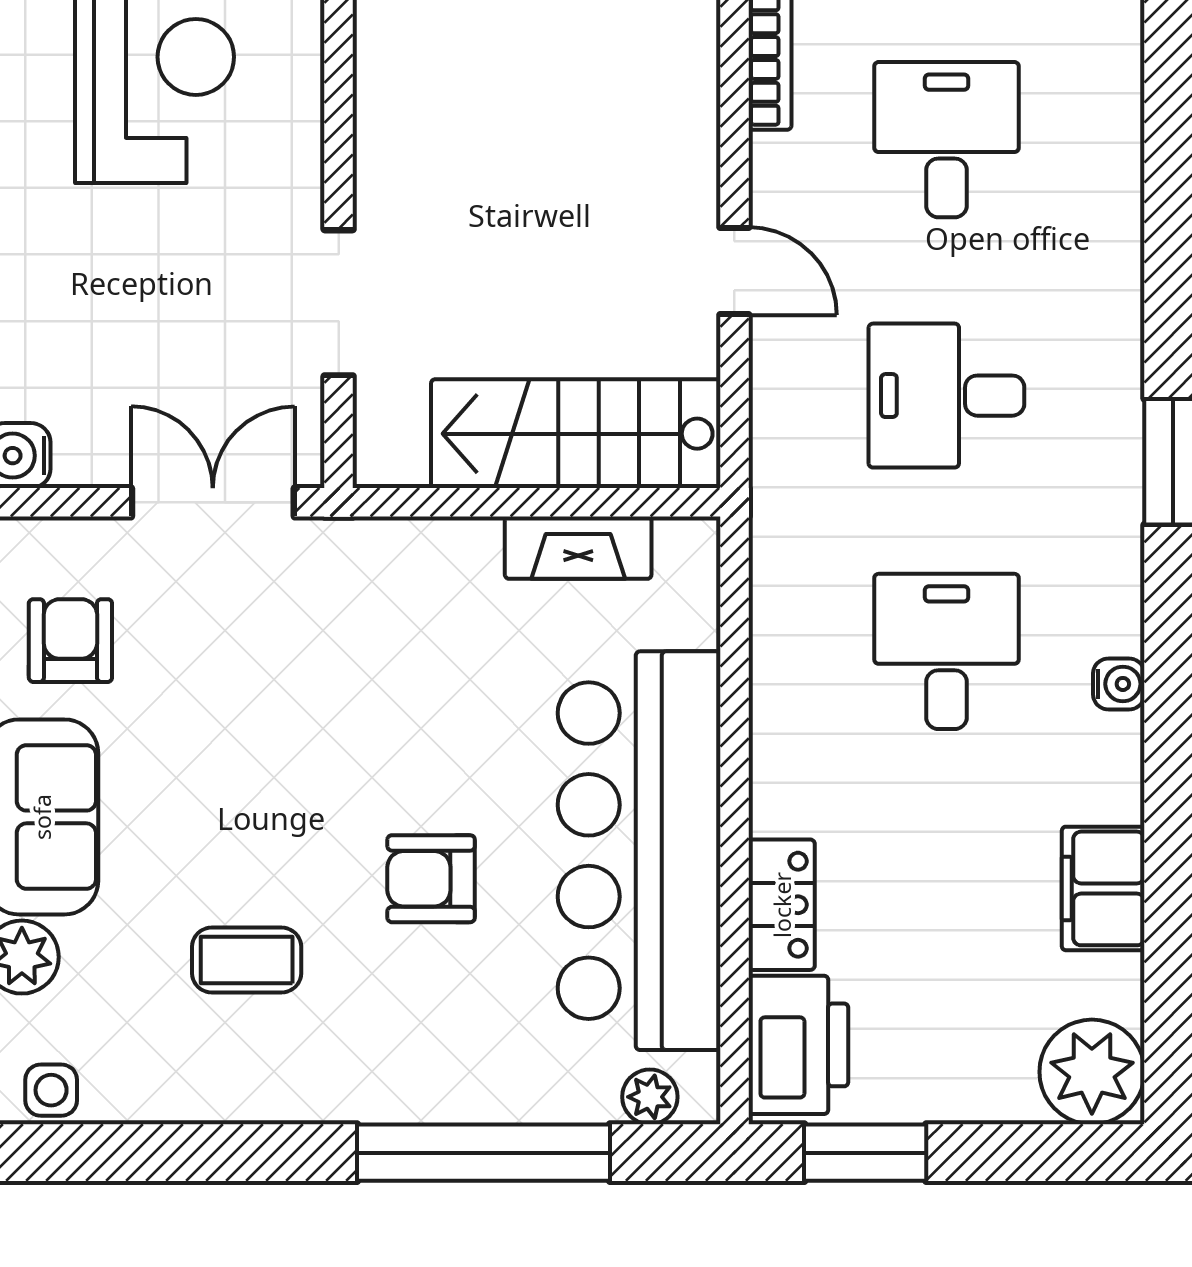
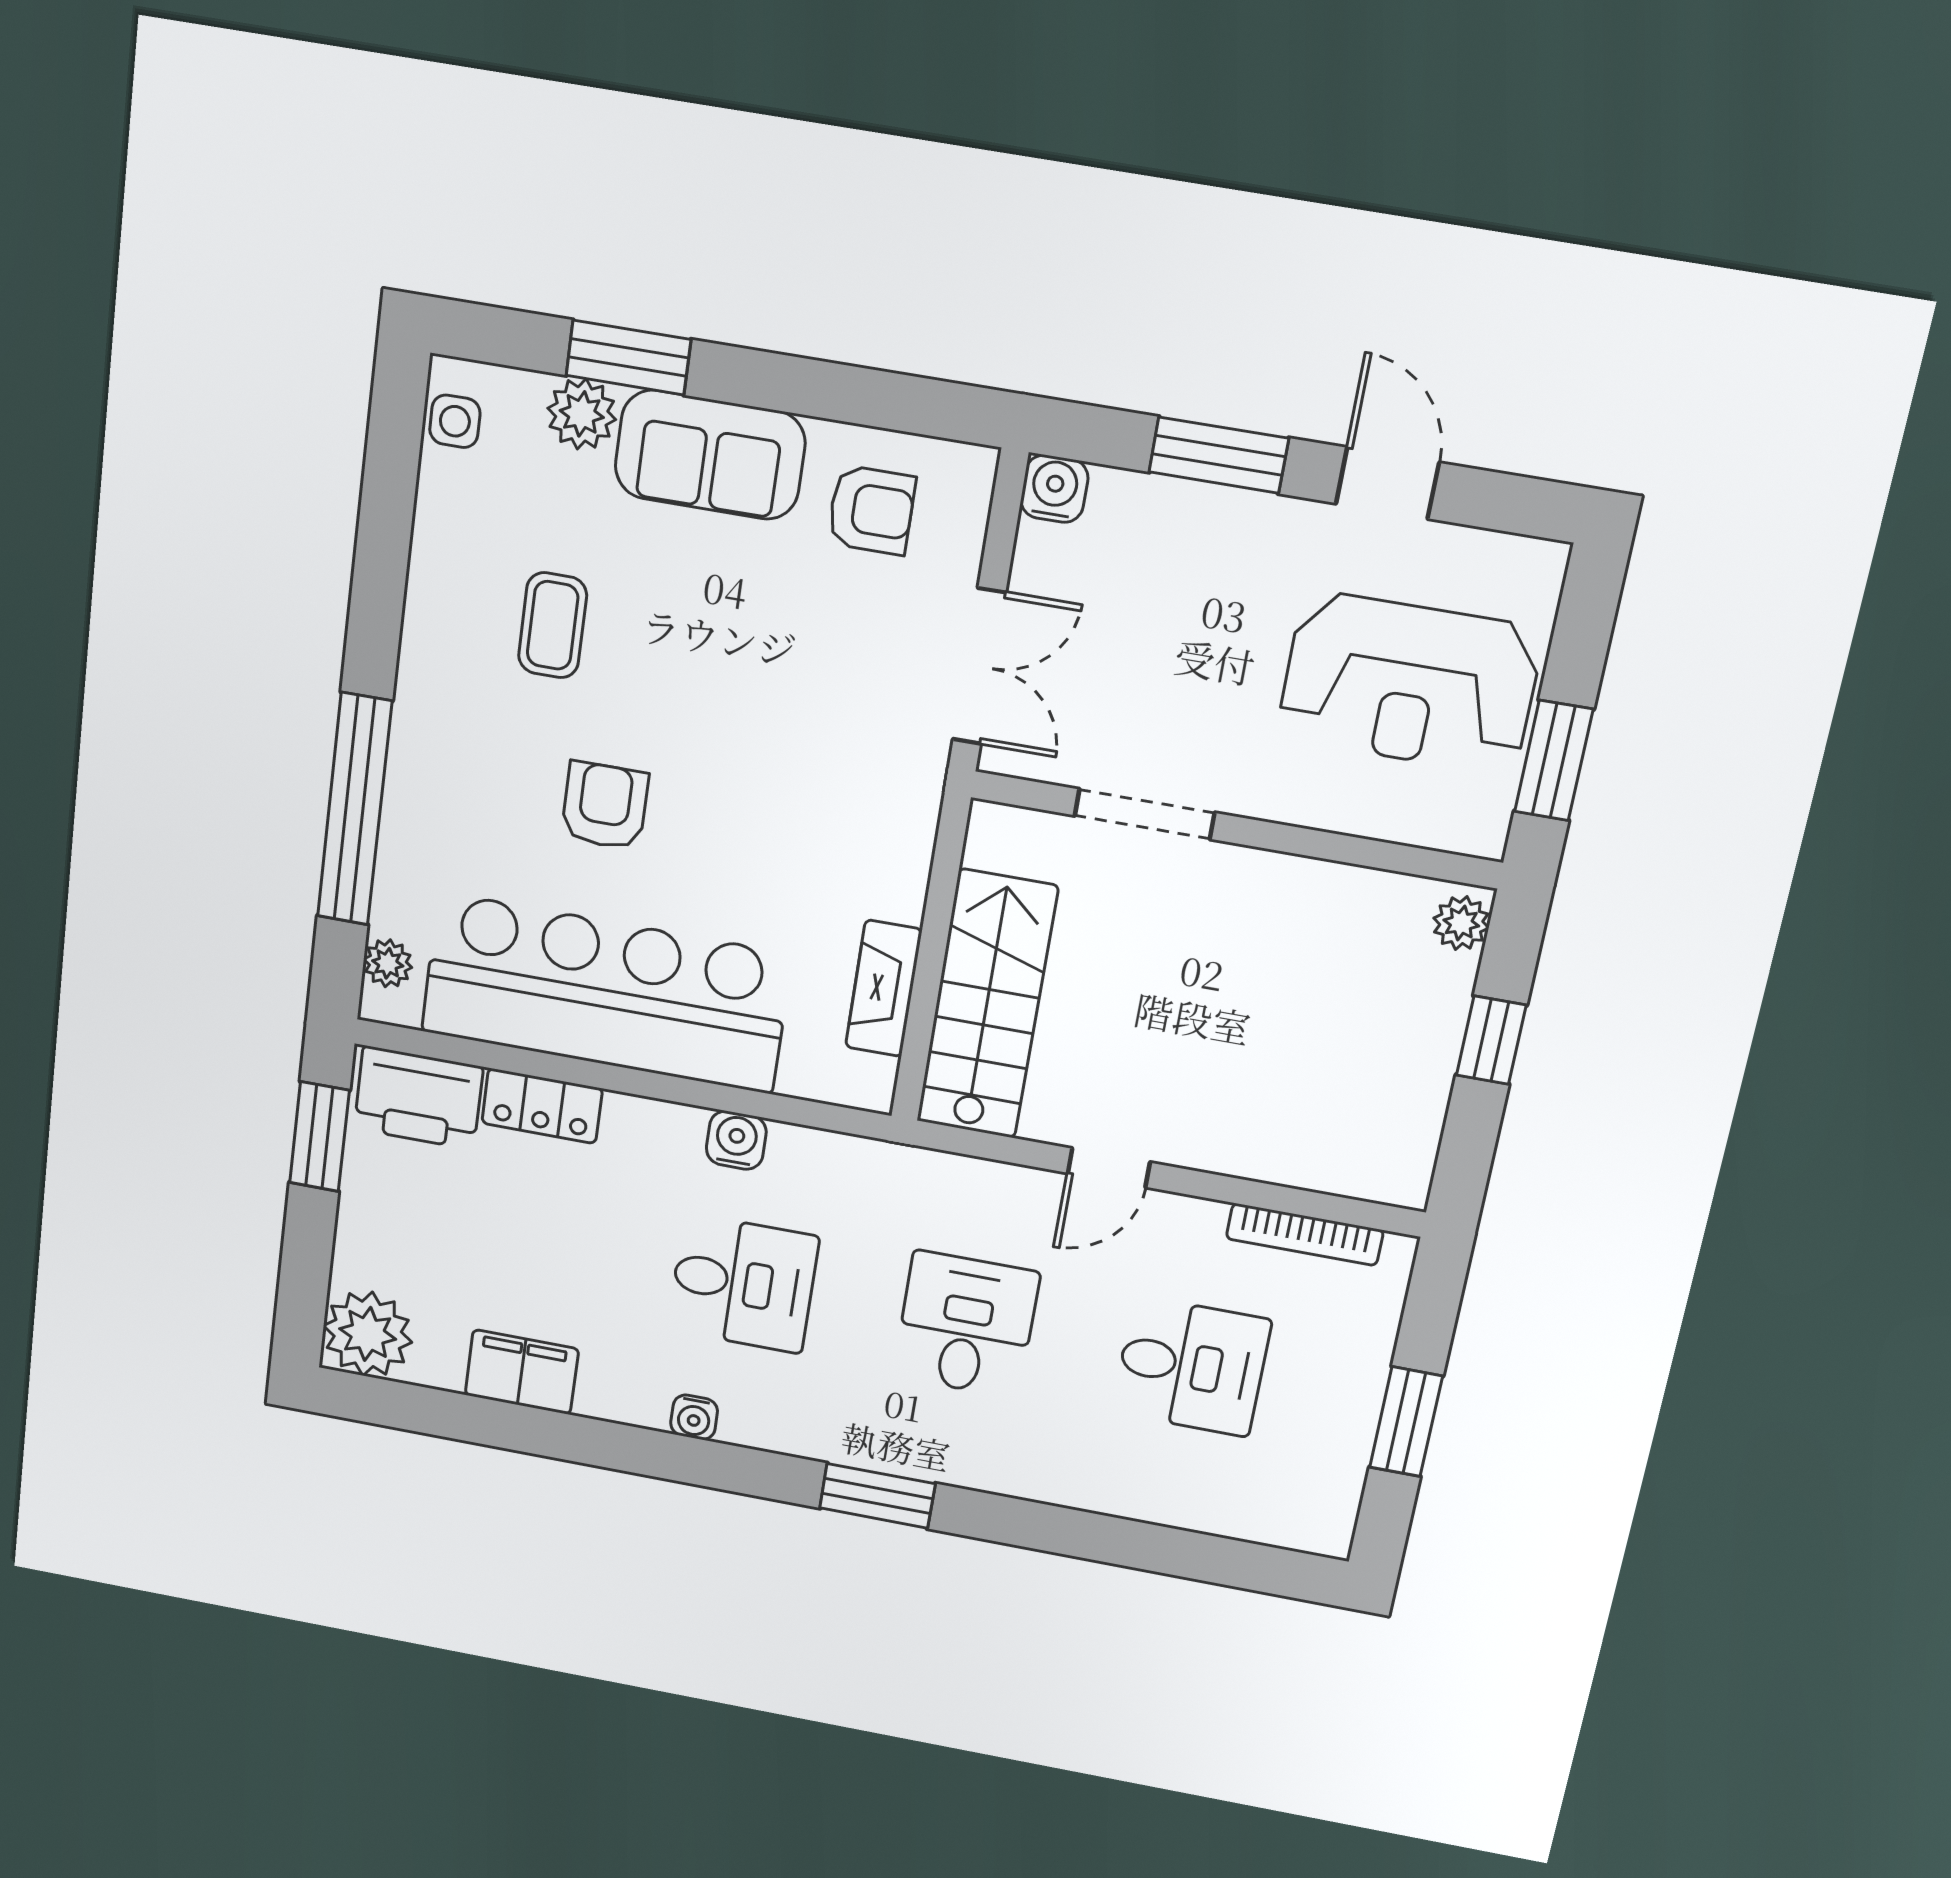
water cooler: (780, 683) -> (736, 1140), added

